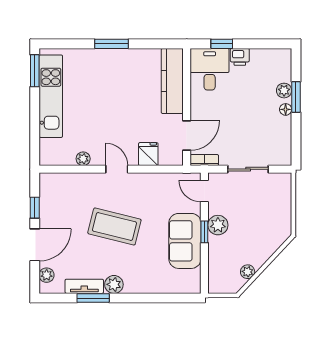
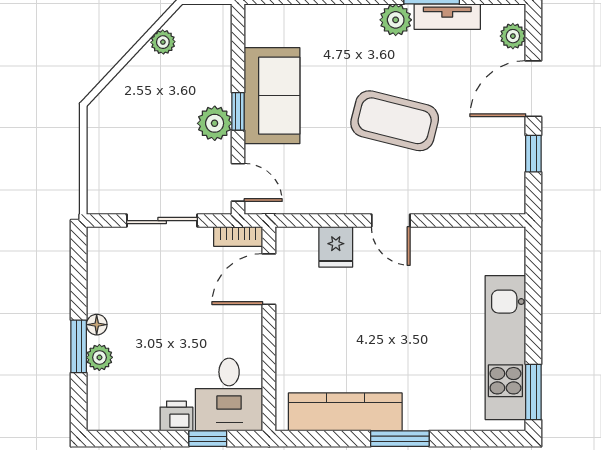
kitchen counter: (172, 81) -> (345, 412), moved, turned -90
plant: (83, 159) -> (449, 239), removed

